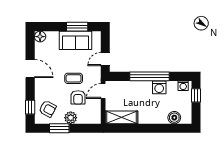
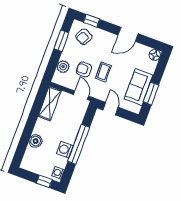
plant: (71, 118) -> (63, 67), moved
boiler: (174, 118) -> (36, 141), moved

